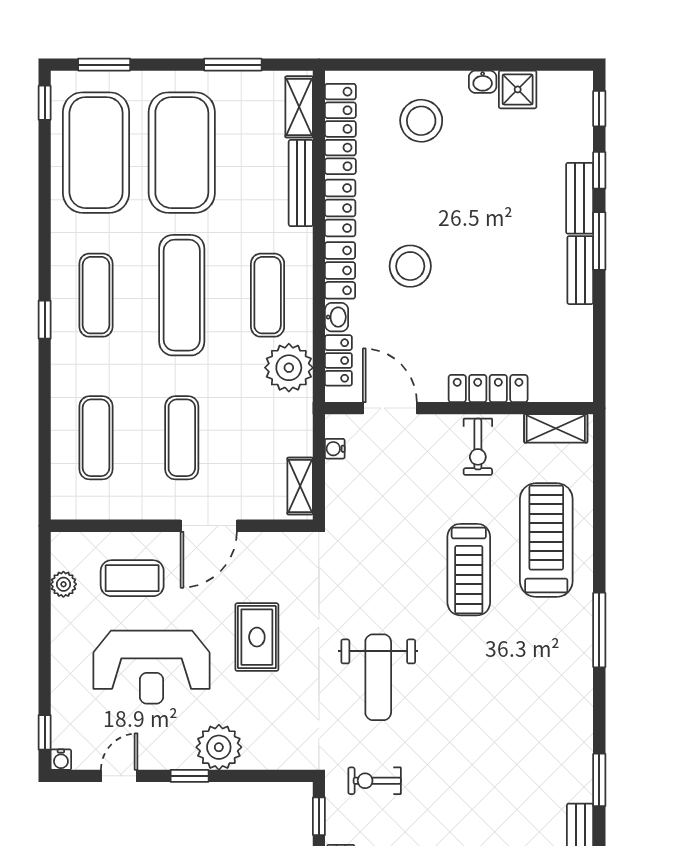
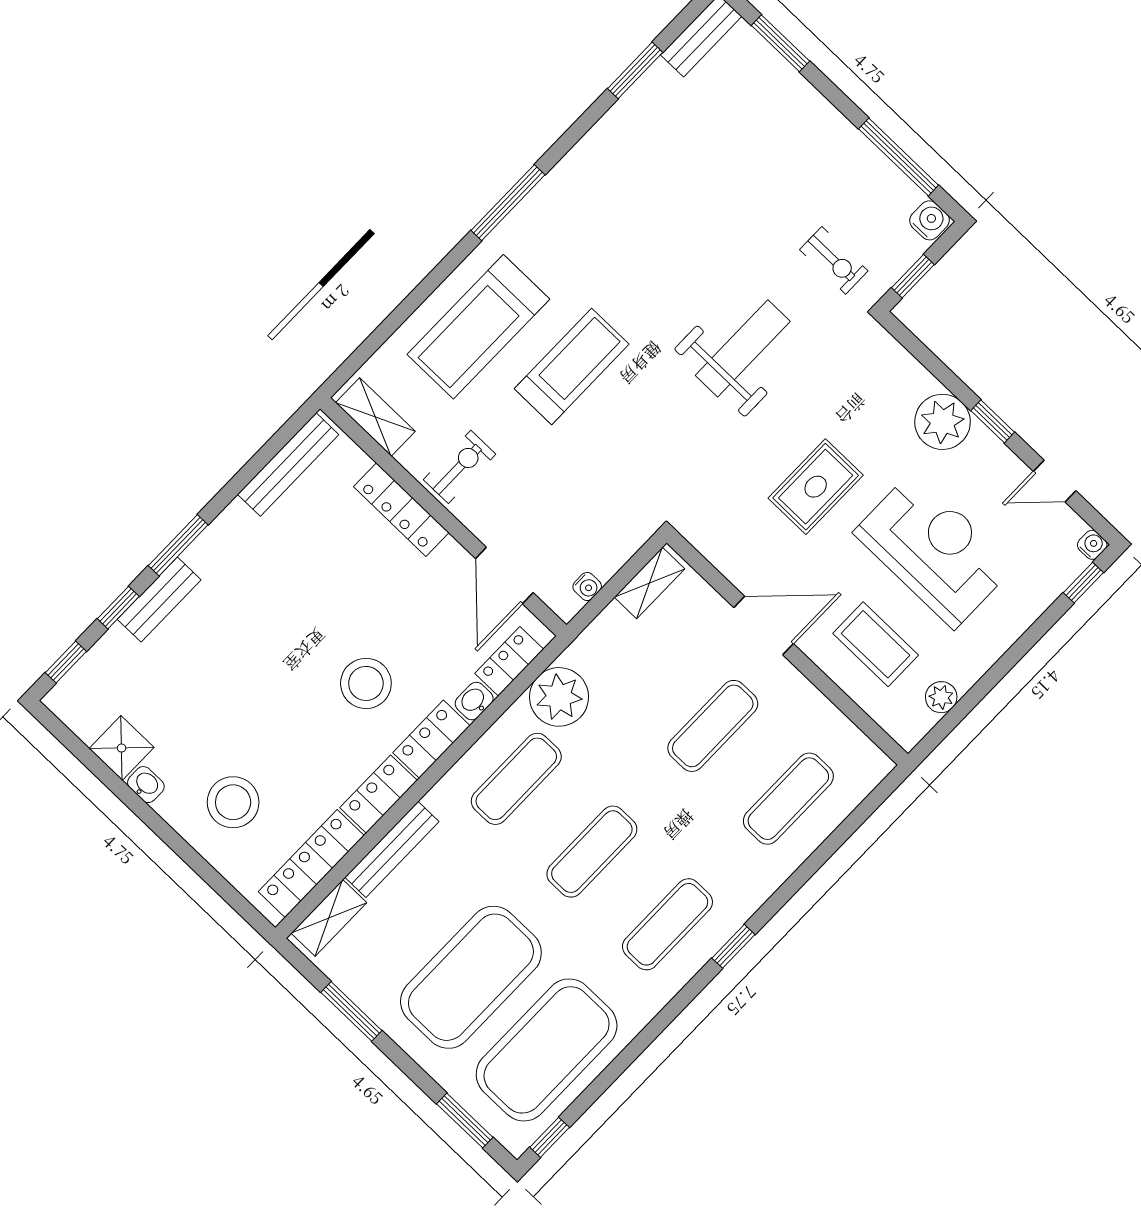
bench: (580, 270) -> (288, 464), moved, width x1.36
exercise mat: (182, 295) -> (592, 852), width x0.73, depth x0.69

